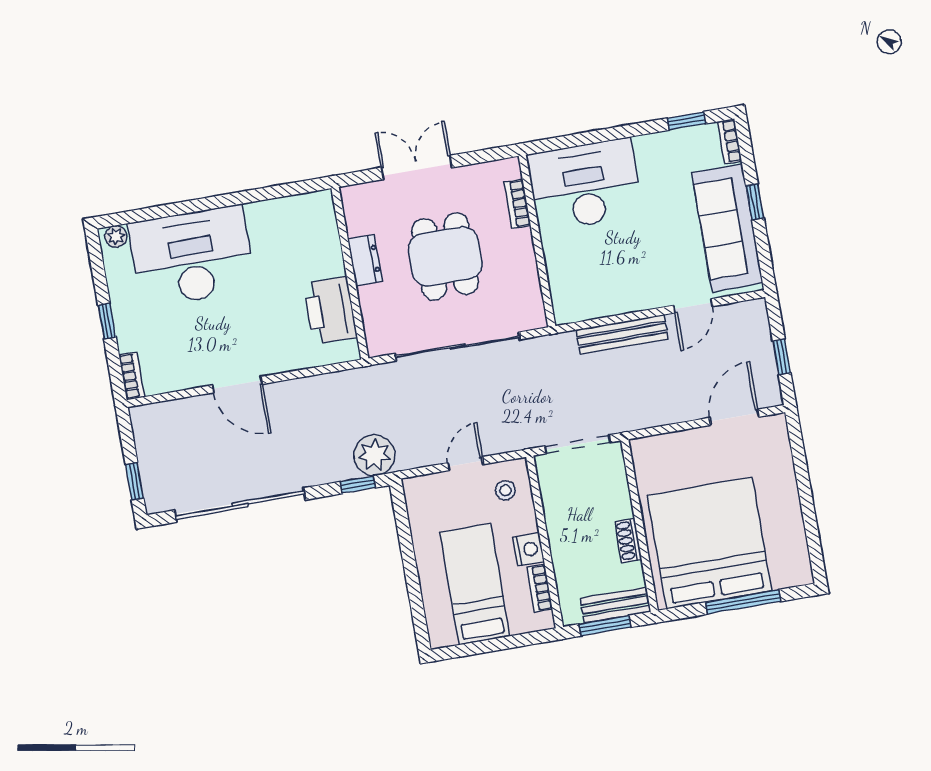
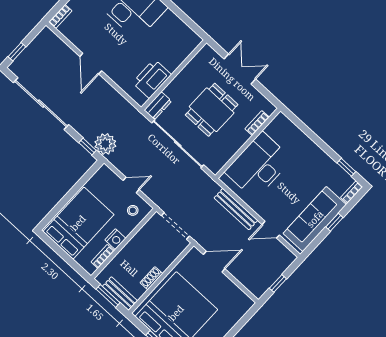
desk: (585, 185) -> (258, 166), moved, turned -90
dresser: (365, 260) -> (158, 106), moved
door: (734, 417) -> (214, 262), moved
bed: (475, 584) -> (78, 223), width x1.50

